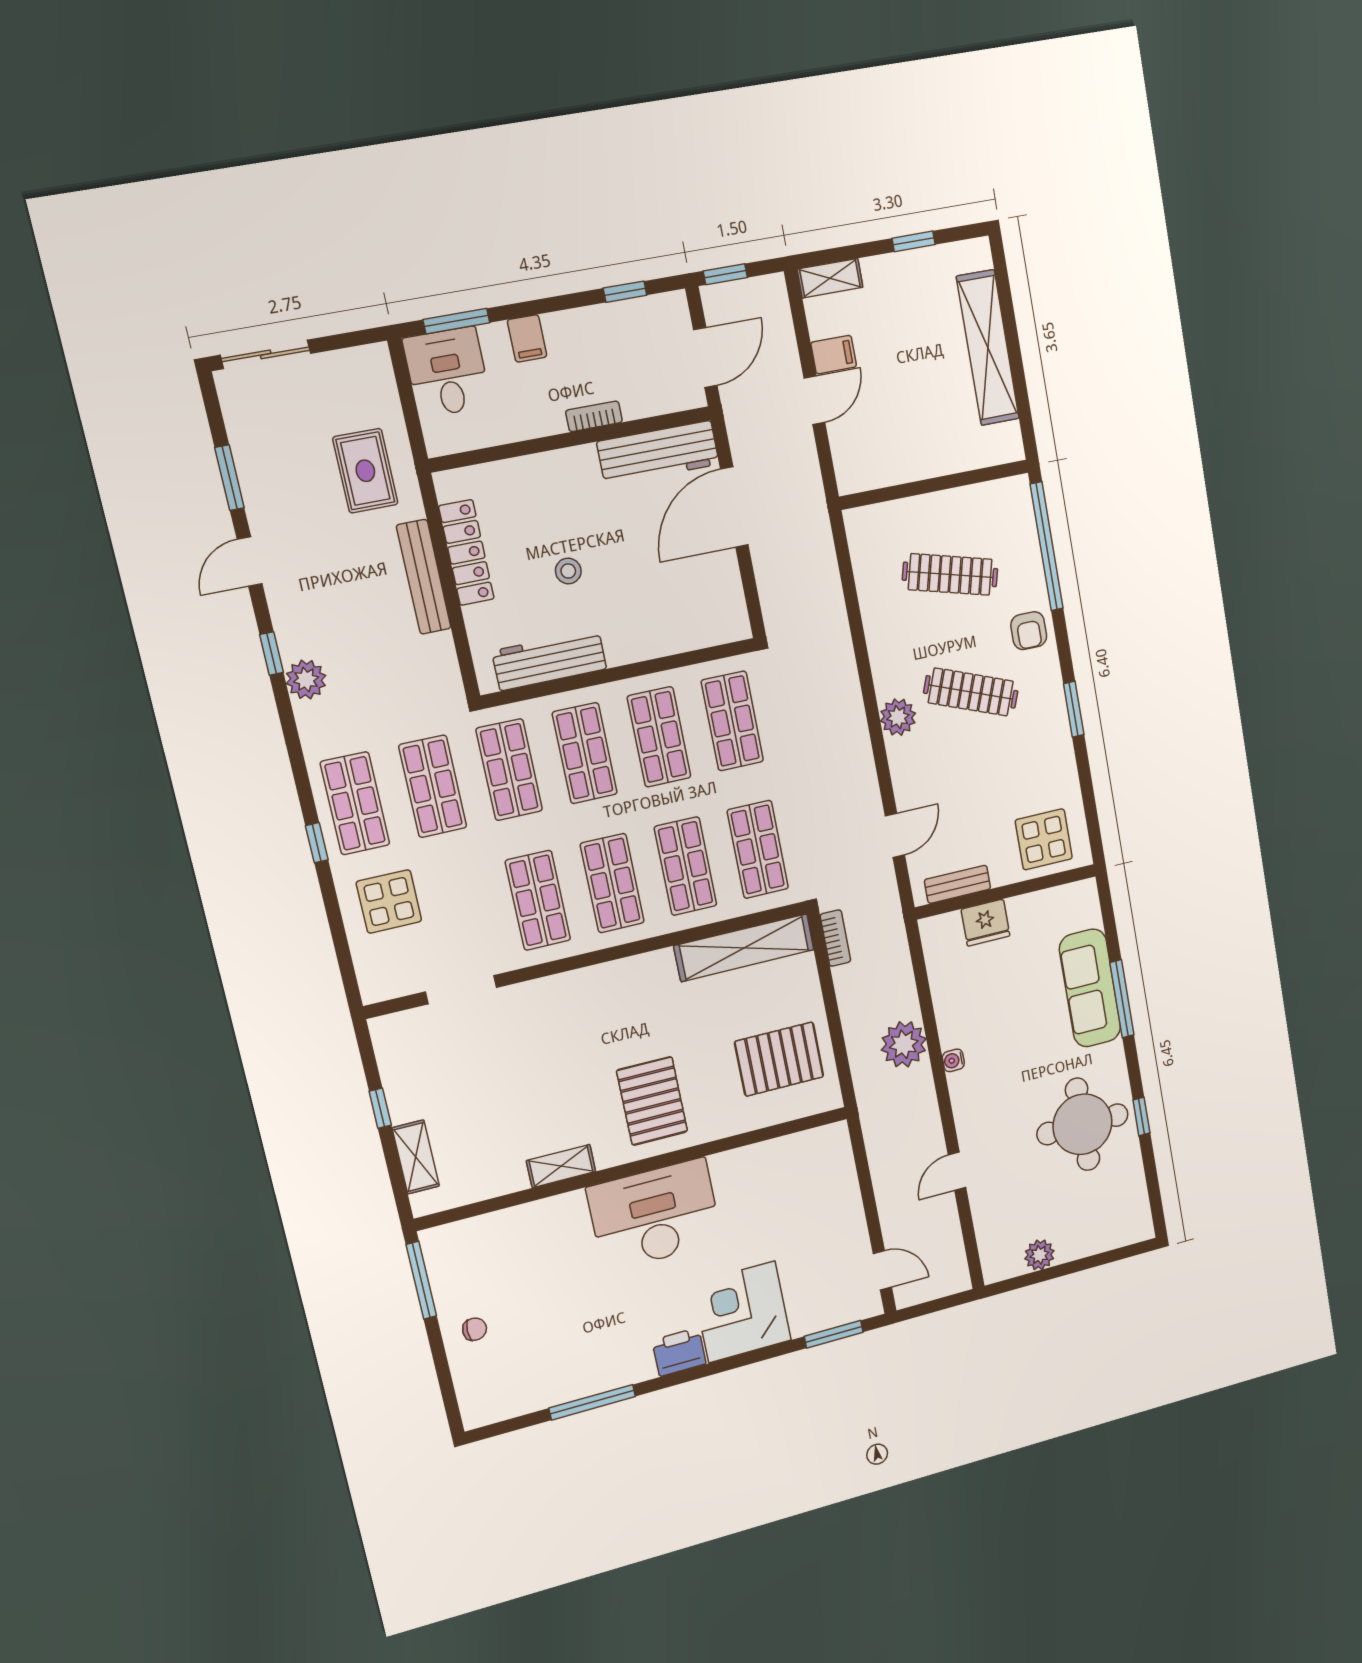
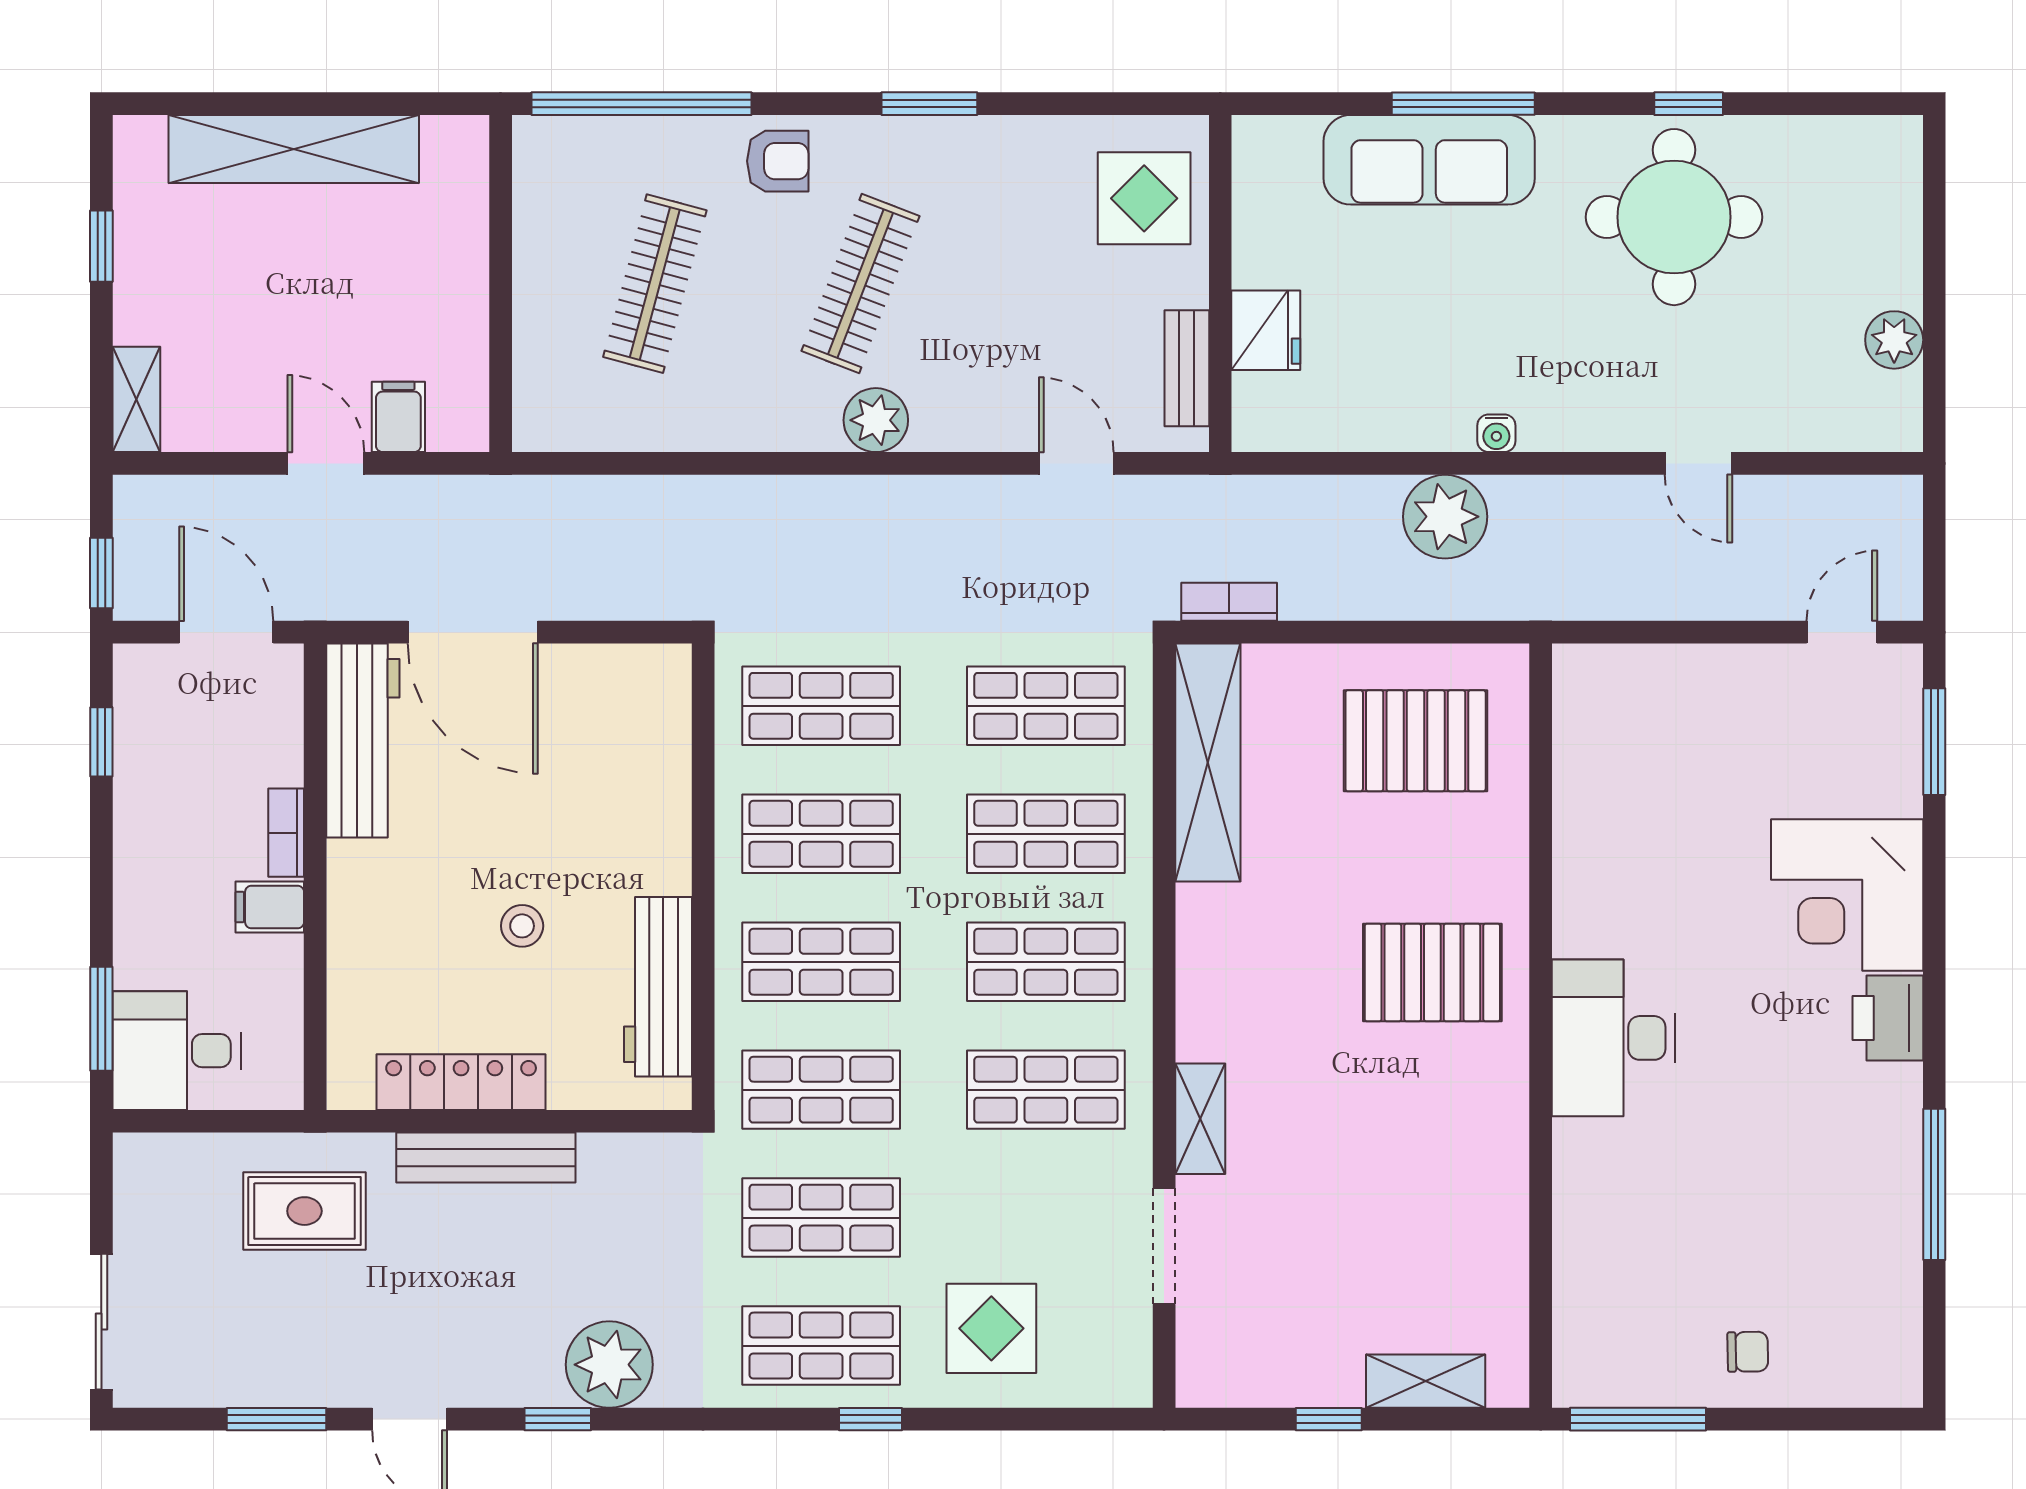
filing cabinet: (527, 338) -> (270, 907), moved, turned 180
filing cabinet: (834, 355) -> (398, 417), moved
plant: (306, 680) -> (609, 1365), width x1.36, depth x1.36
pallet: (779, 1059) -> (1416, 741), turned 90
shelving: (561, 1166) -> (1200, 1119), moved
desk: (655, 1215) -> (1614, 1038), width x0.73, depth x0.77
chair: (475, 1329) -> (1748, 1352), turned 89

